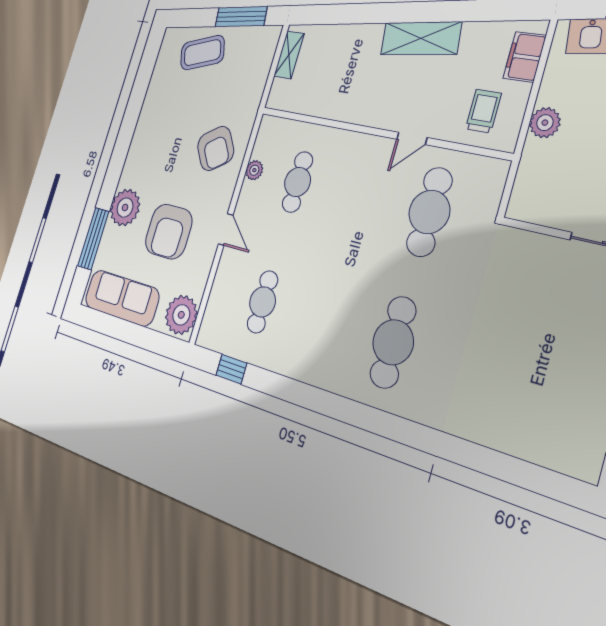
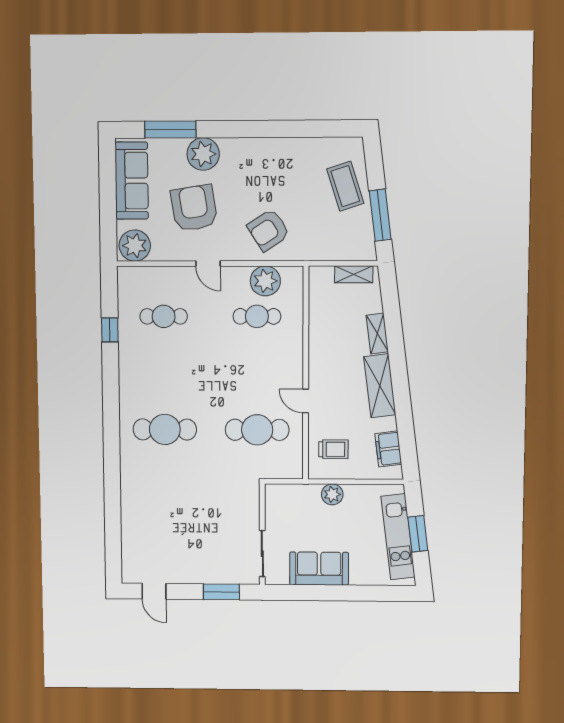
shelving: (360, 34) -> (377, 334), added
filing cabinet: (525, 57) -> (388, 449), moved, turned -97
plant: (254, 170) -> (265, 281), width x1.87, depth x1.87
door: (226, 229) -> (208, 264), hinge flipped
armchair: (169, 231) -> (194, 208), turned 81
window: (231, 369) -> (110, 330), moved

